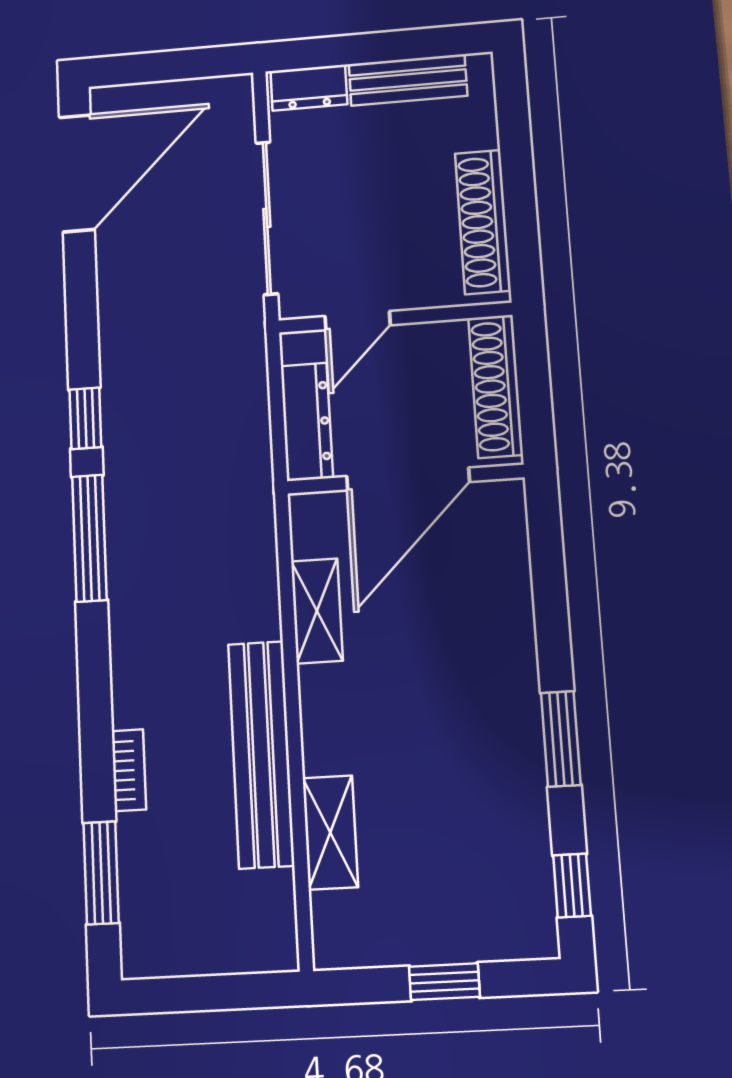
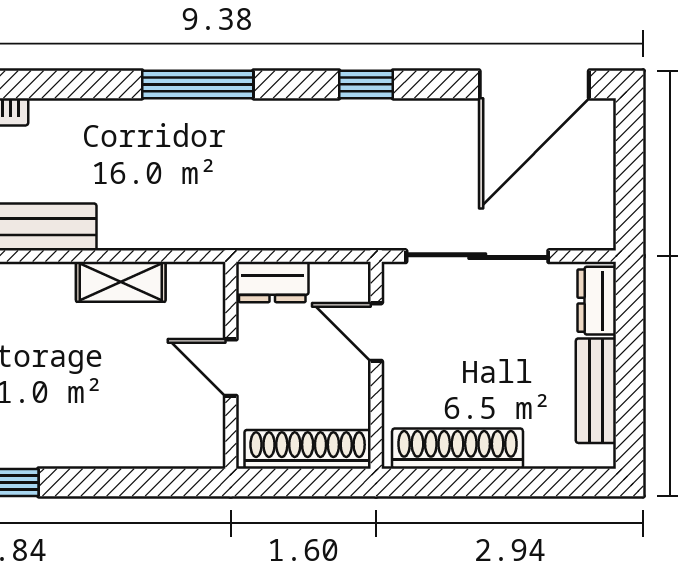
door: (77, 173) -> (534, 84), hinge flipped
window: (85, 418) -> (366, 84), moved
dresser: (307, 422) -> (272, 282), width x0.70
door: (408, 479) -> (231, 368), width x0.53

